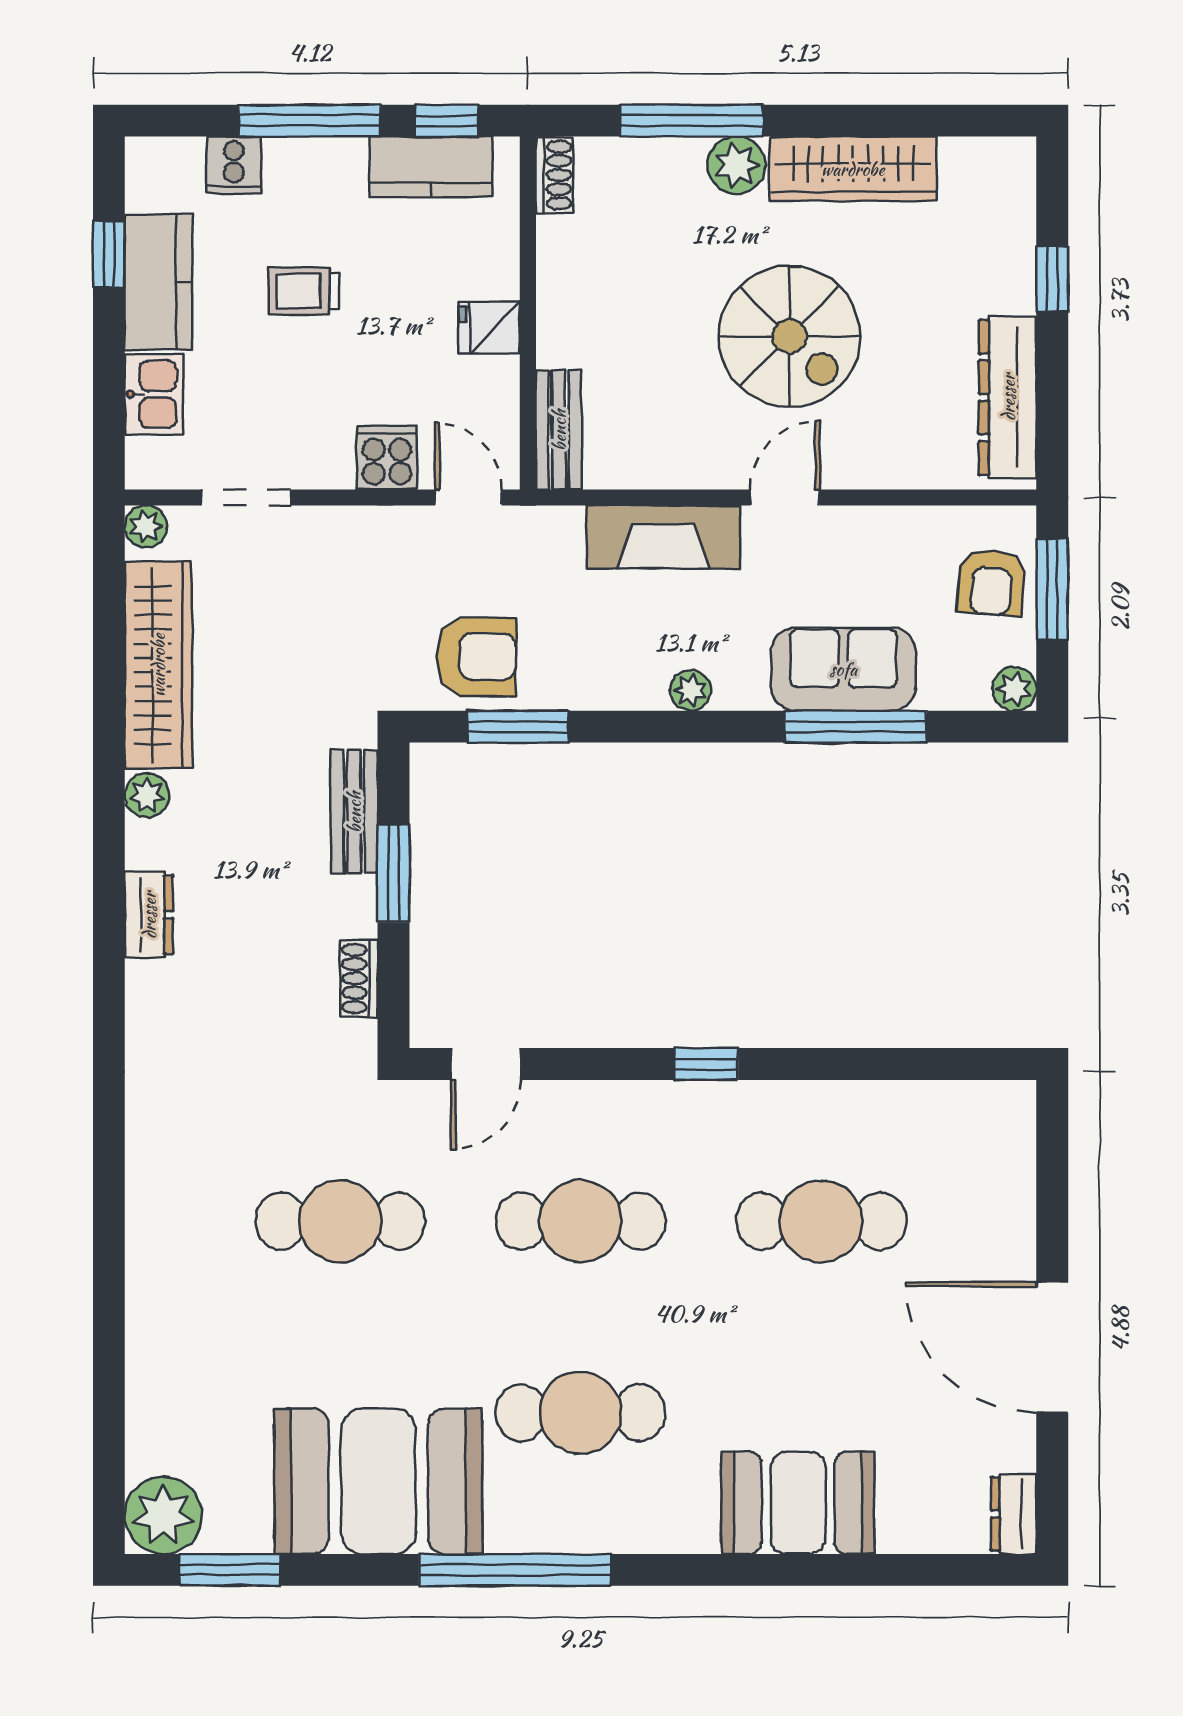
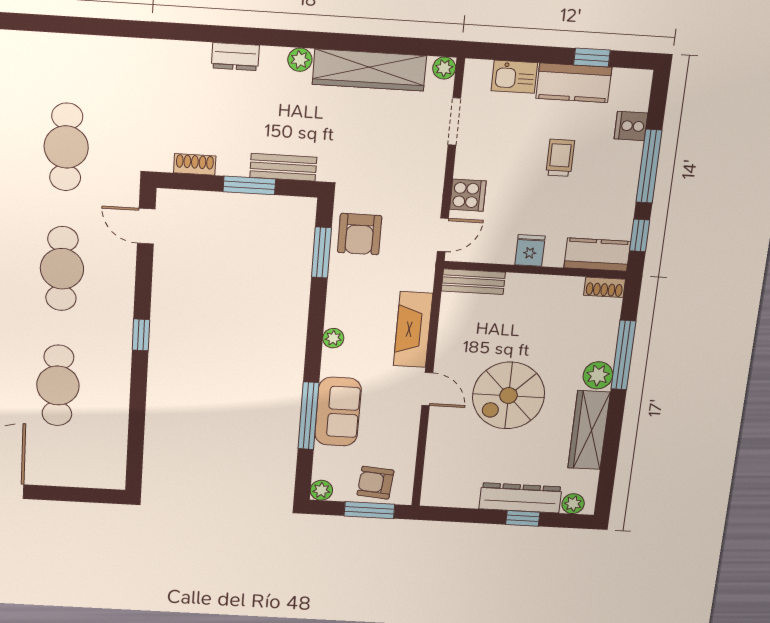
kitchen counter: (431, 167) -> (597, 255), moved, turned 90
plant: (1014, 181) -> (573, 504), added
dresser: (1008, 397) -> (520, 498), moved

